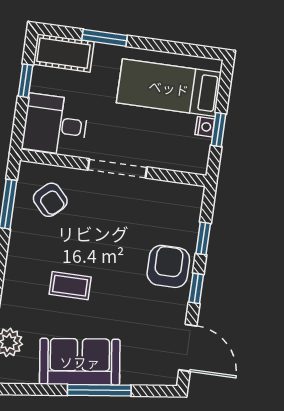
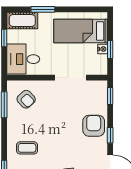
doorway: (117, 168) -> (71, 78), moved
window: (203, 238) -> (110, 96), moved
coffee table: (70, 286) -> (27, 148), moved

